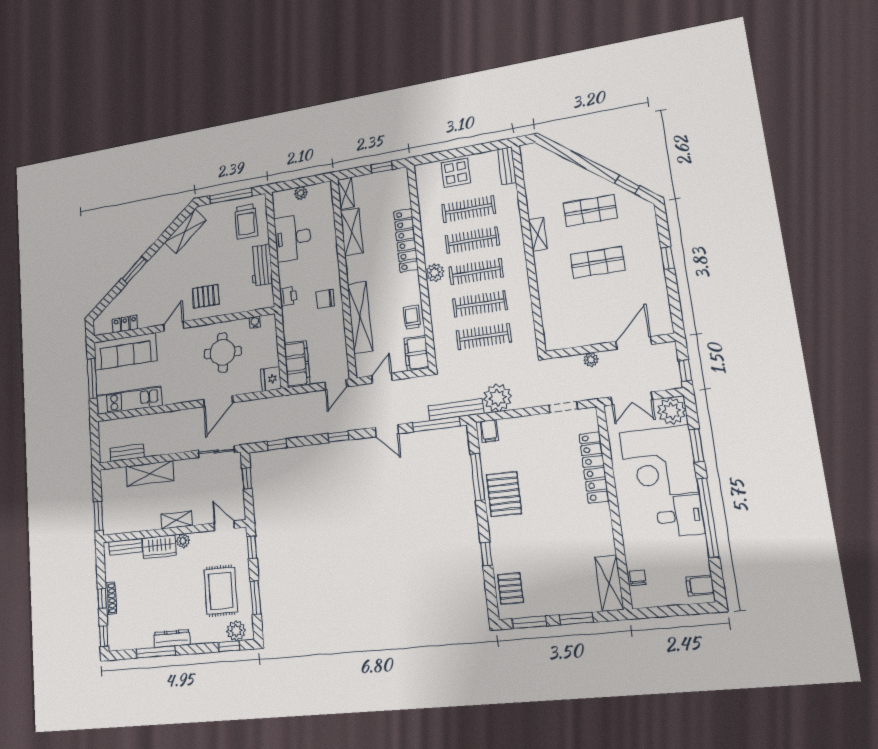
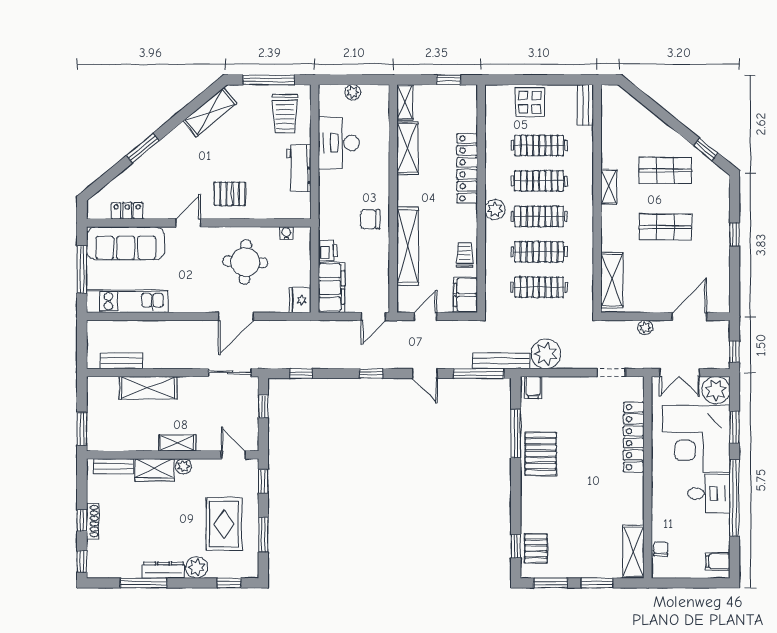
printer: (288, 296) -> (328, 251), moved
shelving: (552, 320) -> (612, 280), added
window: (486, 554) -> (516, 546), moved
plant: (236, 631) -> (197, 567), moved

